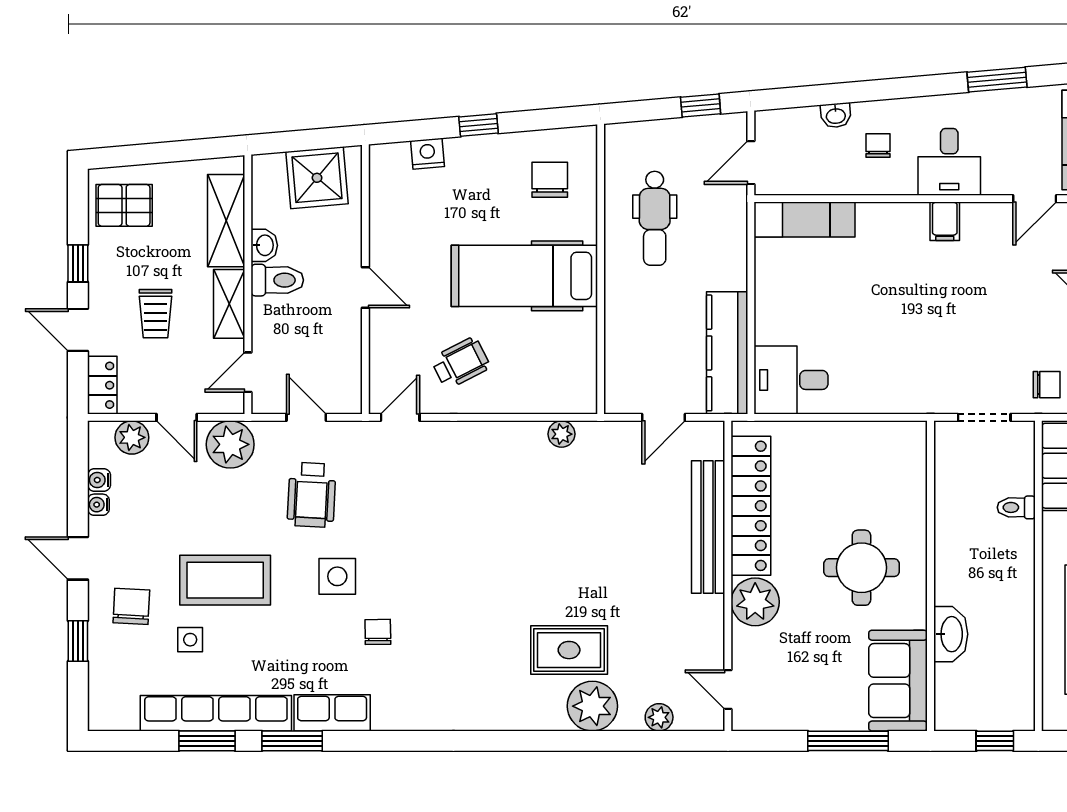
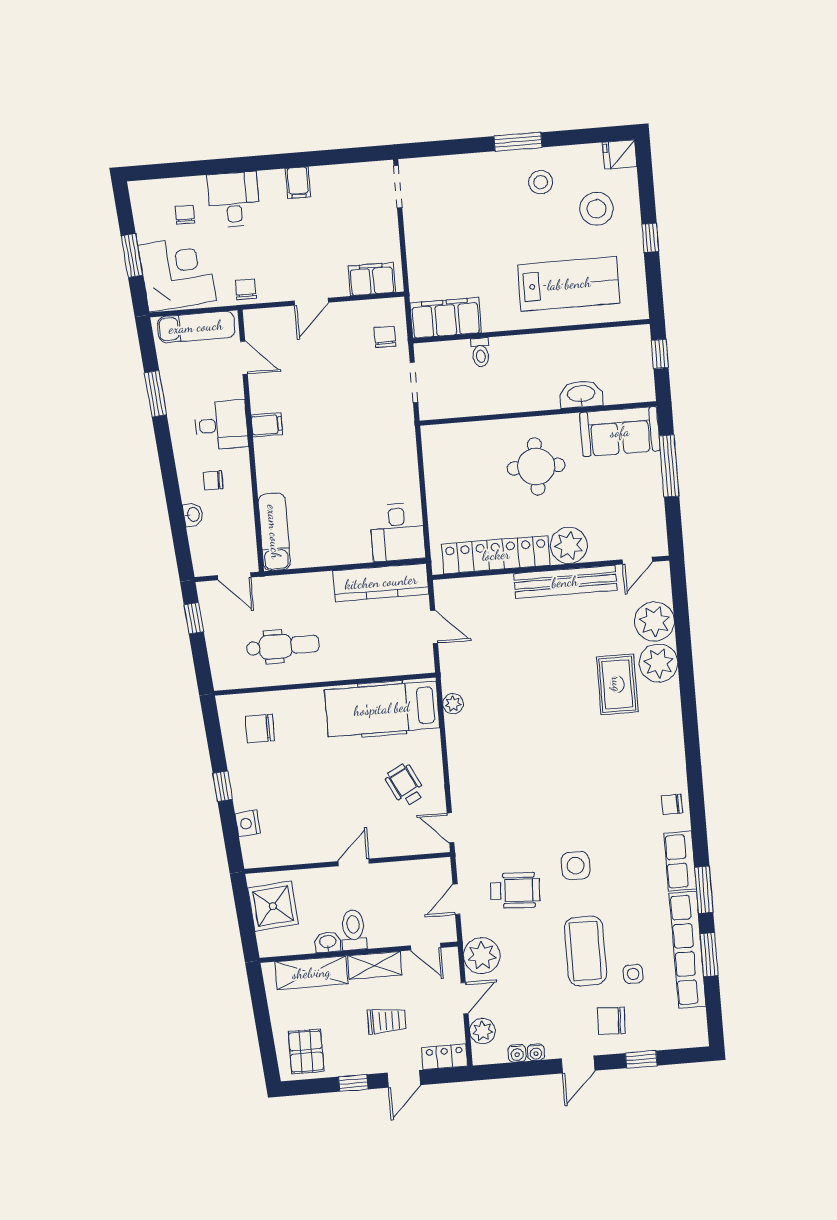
hospital bed: (524, 276) -> (382, 709), moved, turned 90
bench: (708, 527) -> (565, 582), moved
chair: (378, 632) -> (672, 804), moved
plant: (659, 717) -> (654, 621), width x1.87, depth x1.87

